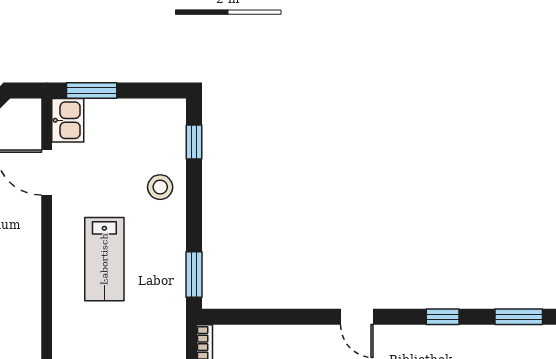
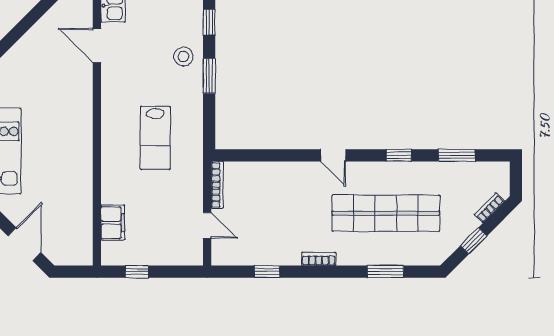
lab bench: (104, 259) -> (155, 138), moved
window: (194, 275) -> (209, 76), moved

